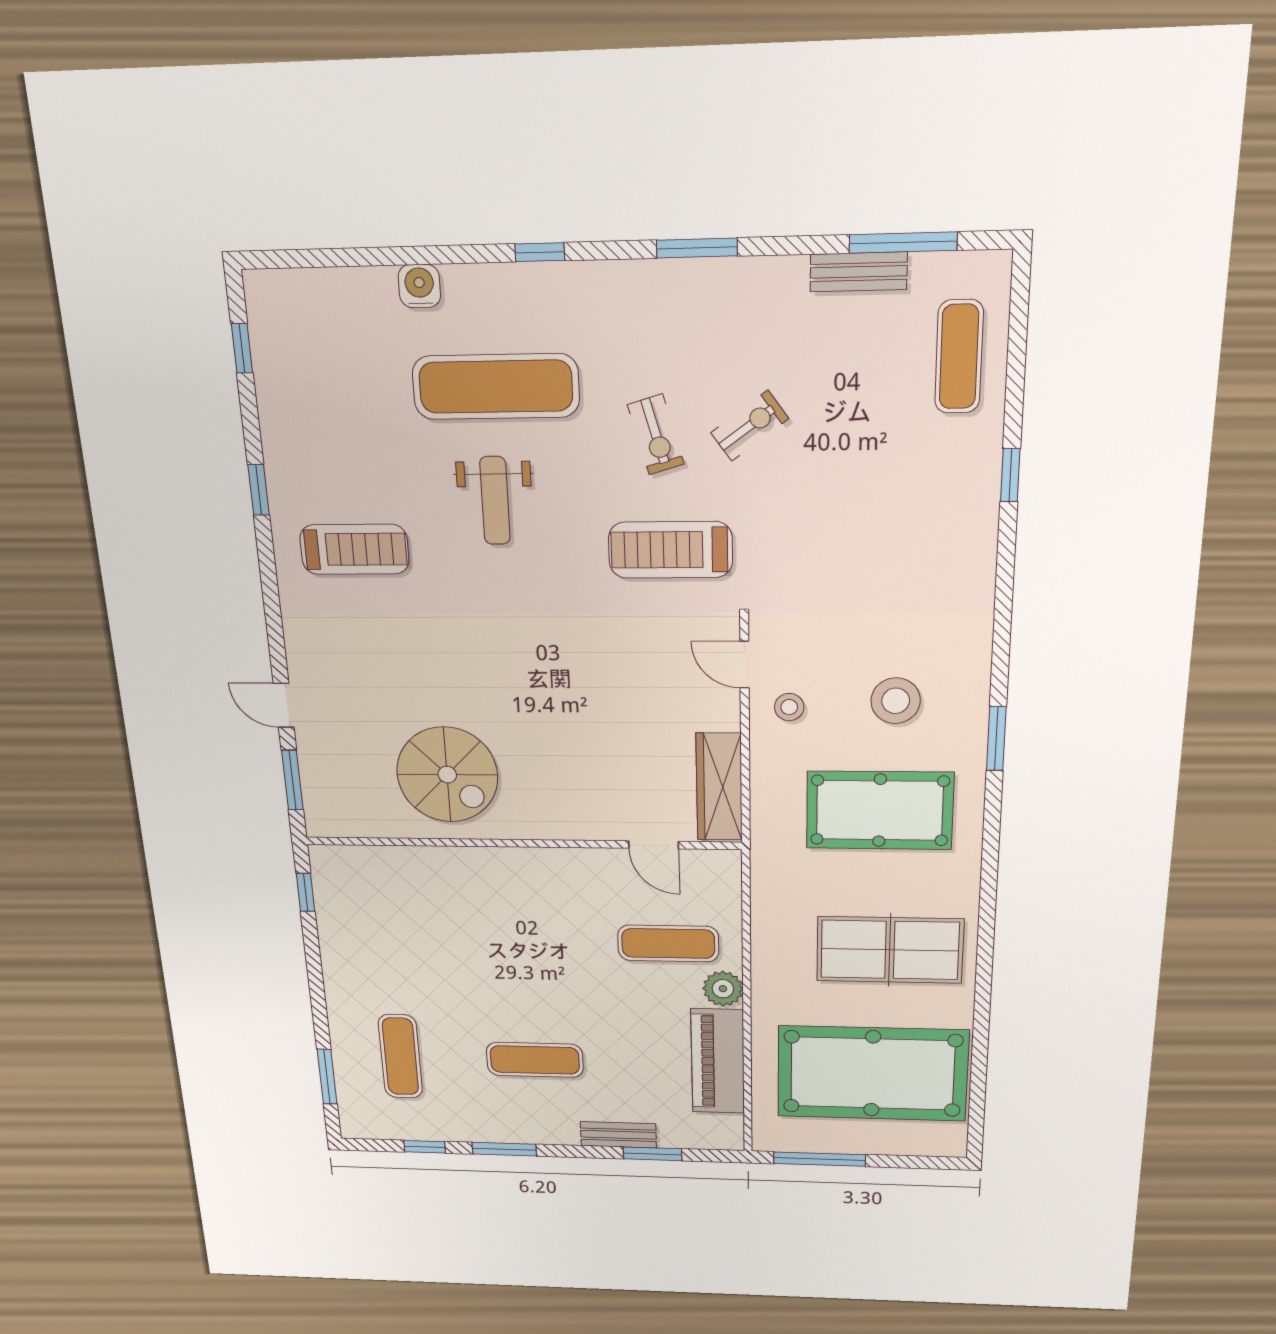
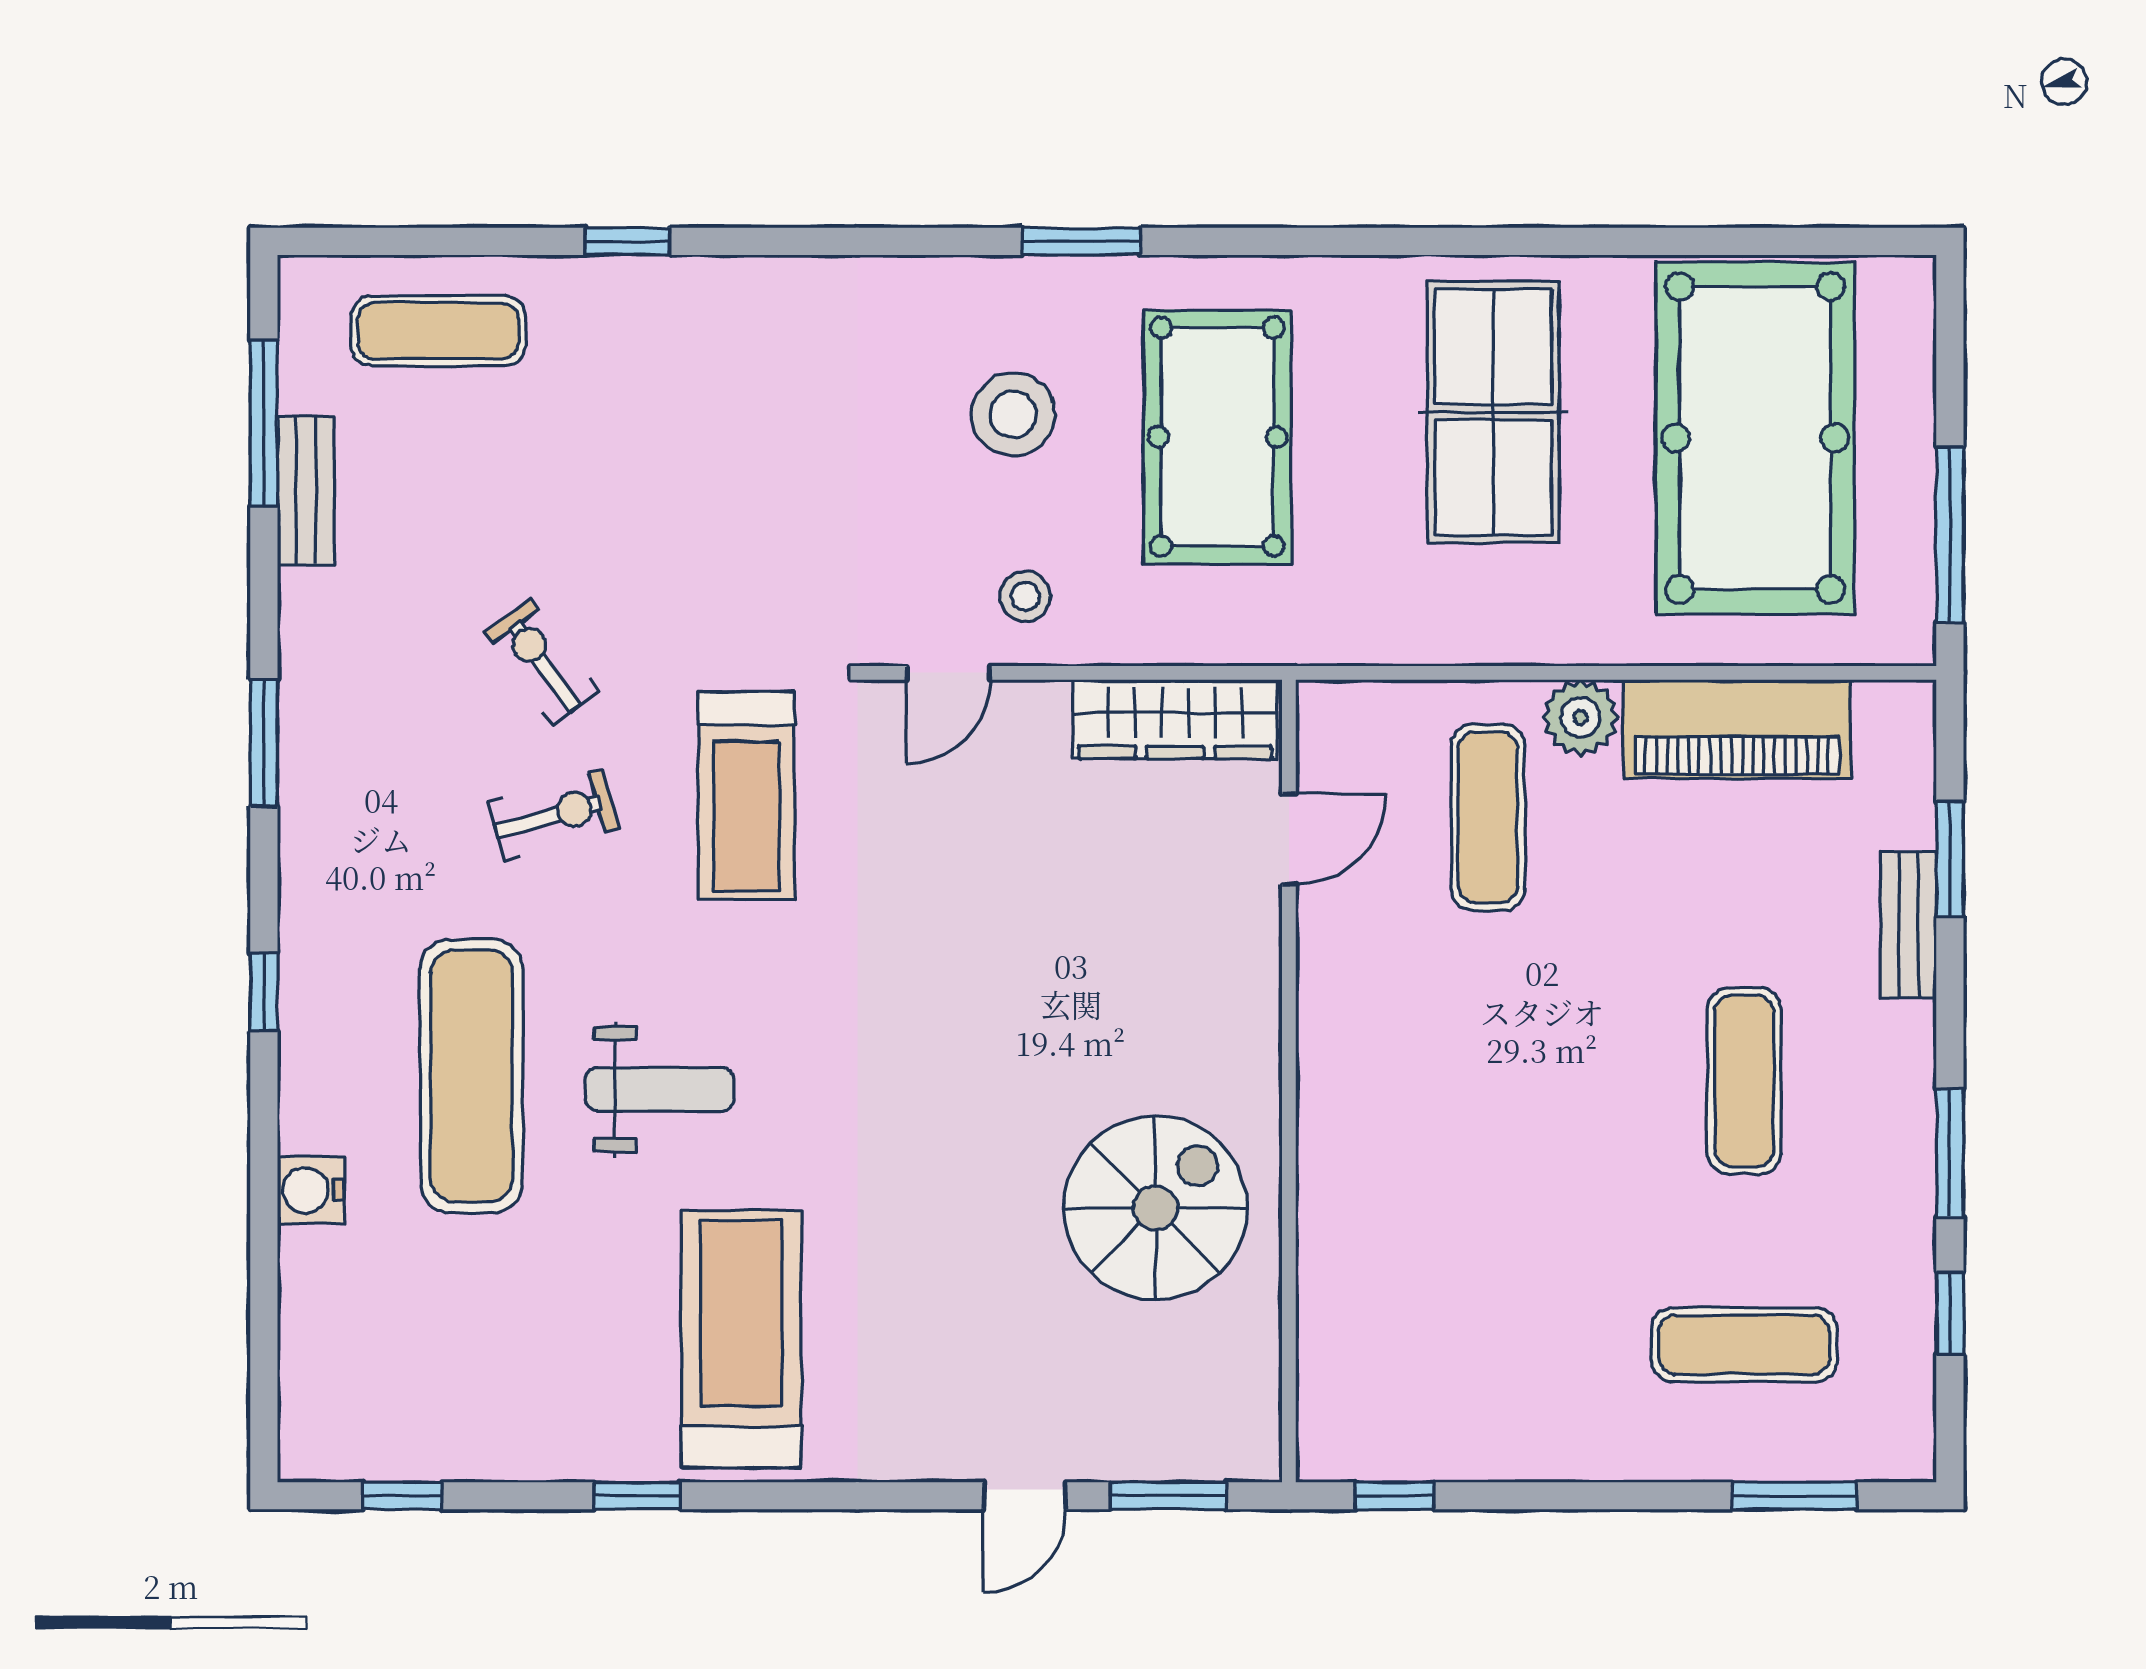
treadmill: (354, 549) -> (741, 1339), width x1.37, depth x1.38

